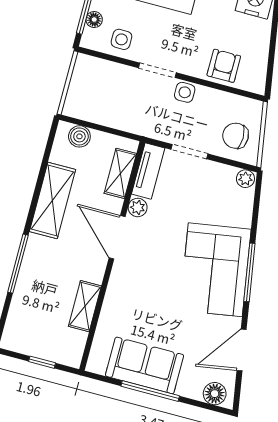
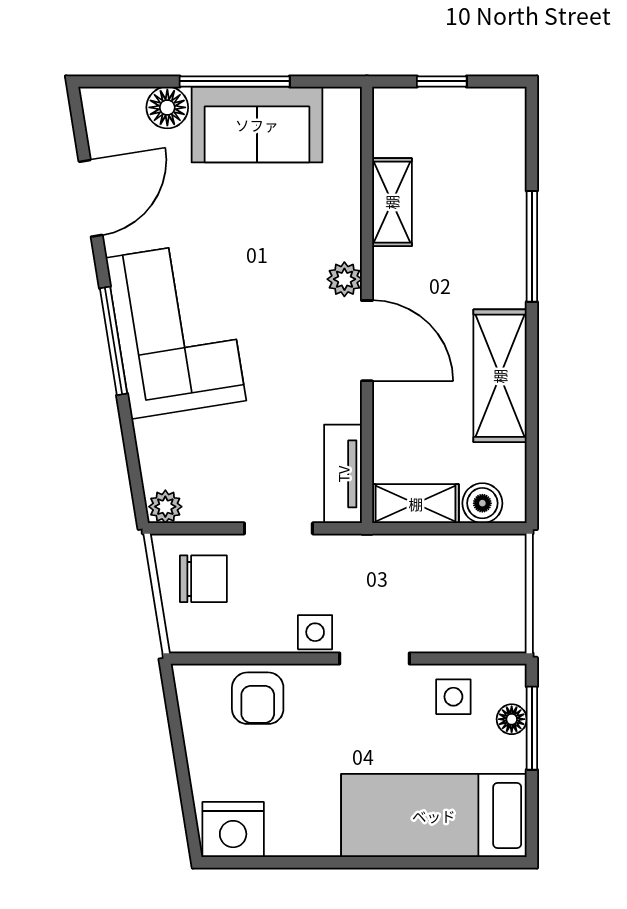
shelving: (120, 173) -> (416, 504), moved, turned 90
plant: (138, 207) -> (344, 279), moved
floor lamp: (215, 394) -> (167, 107), moved

